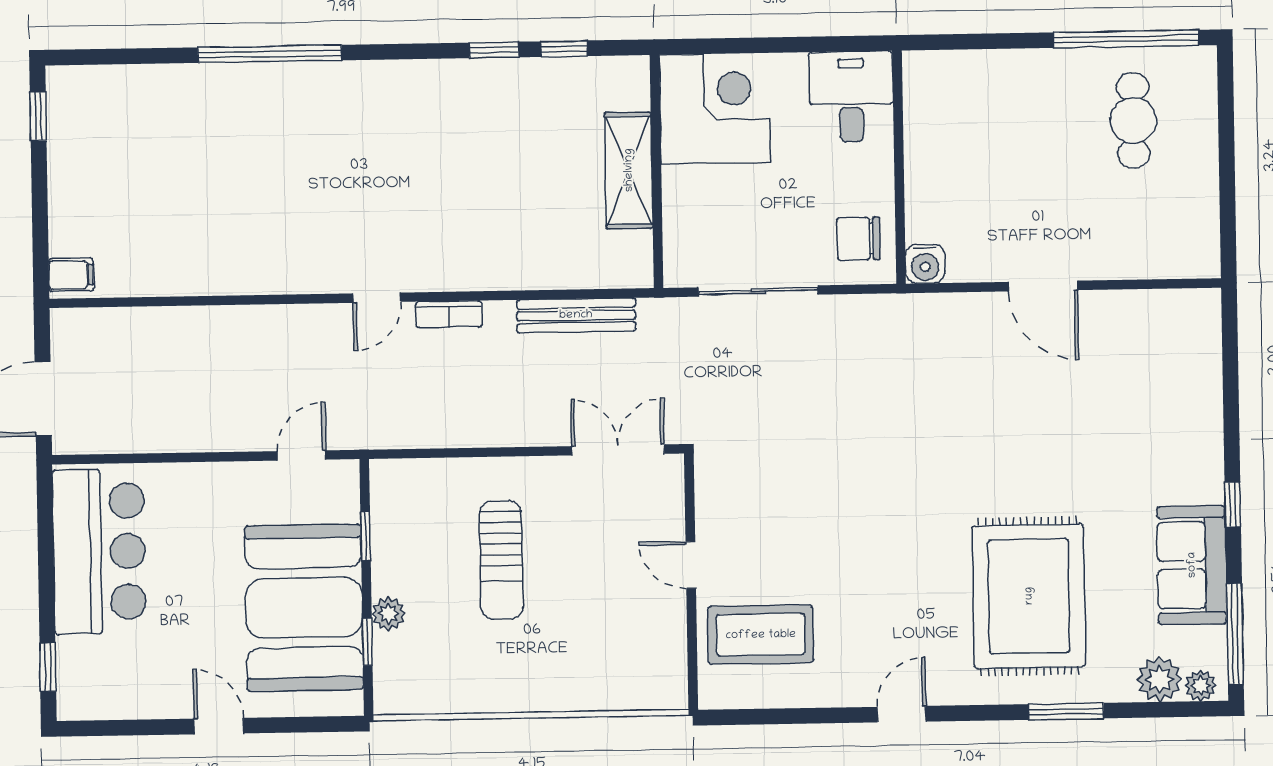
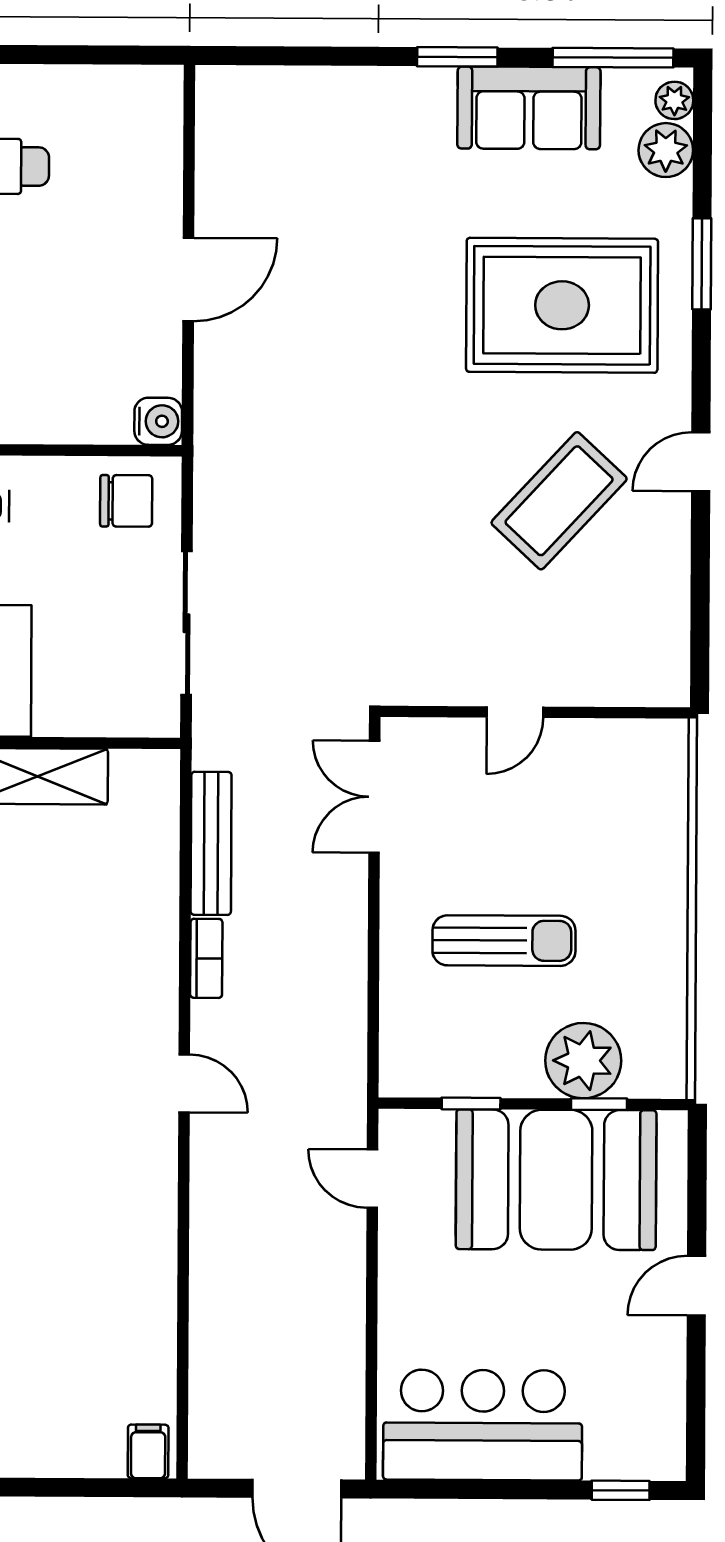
chair: (859, 239) -> (126, 501), turned -90
bookcase: (449, 314) -> (206, 958), moved
window: (1233, 505) -> (457, 57), width x1.50
plant: (388, 614) -> (583, 1061), width x1.88, depth x1.88
coffee table: (761, 635) -> (559, 501), moved, turned 43
door: (902, 714) -> (701, 462), hinge flipped

